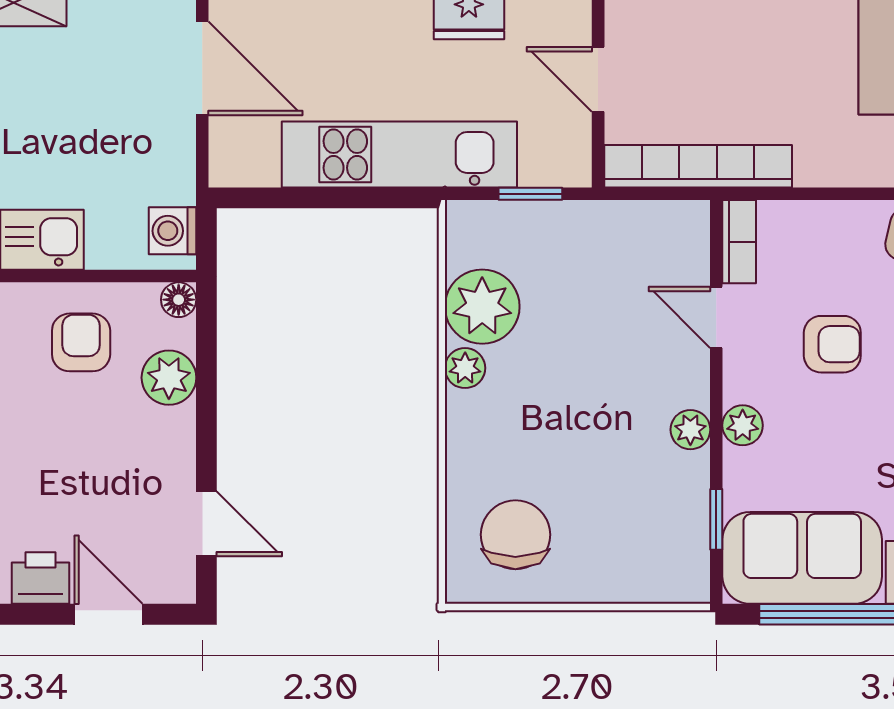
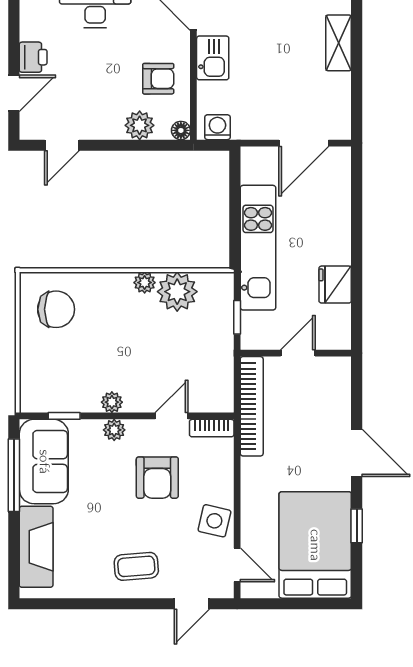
armchair: (832, 344) -> (157, 478), width x1.38, depth x1.38

